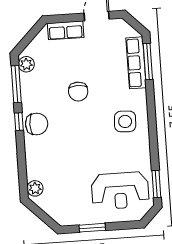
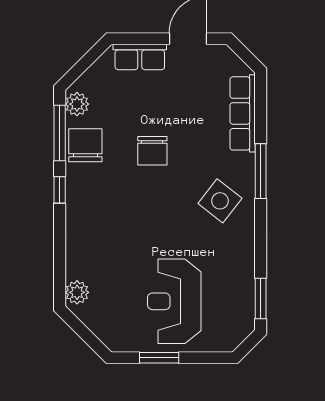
window: (148, 62) -> (261, 171), moved
side table: (125, 121) -> (220, 201), turned 35
chair: (37, 124) -> (85, 145), moved, turned -90
reception desk: (120, 191) -> (174, 301), moved, turned 90

